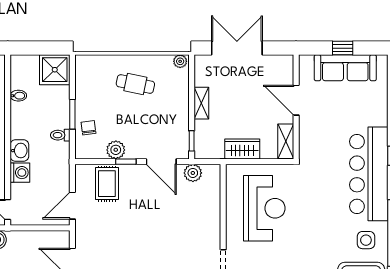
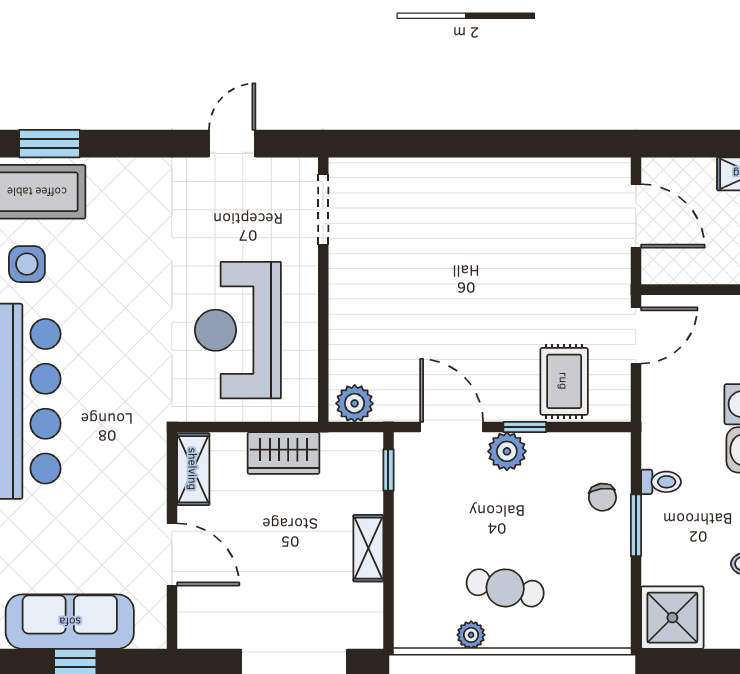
plant: (180, 61) -> (471, 635), moved
plant: (116, 150) -> (507, 451), moved
plant: (193, 173) -> (355, 403), moved

